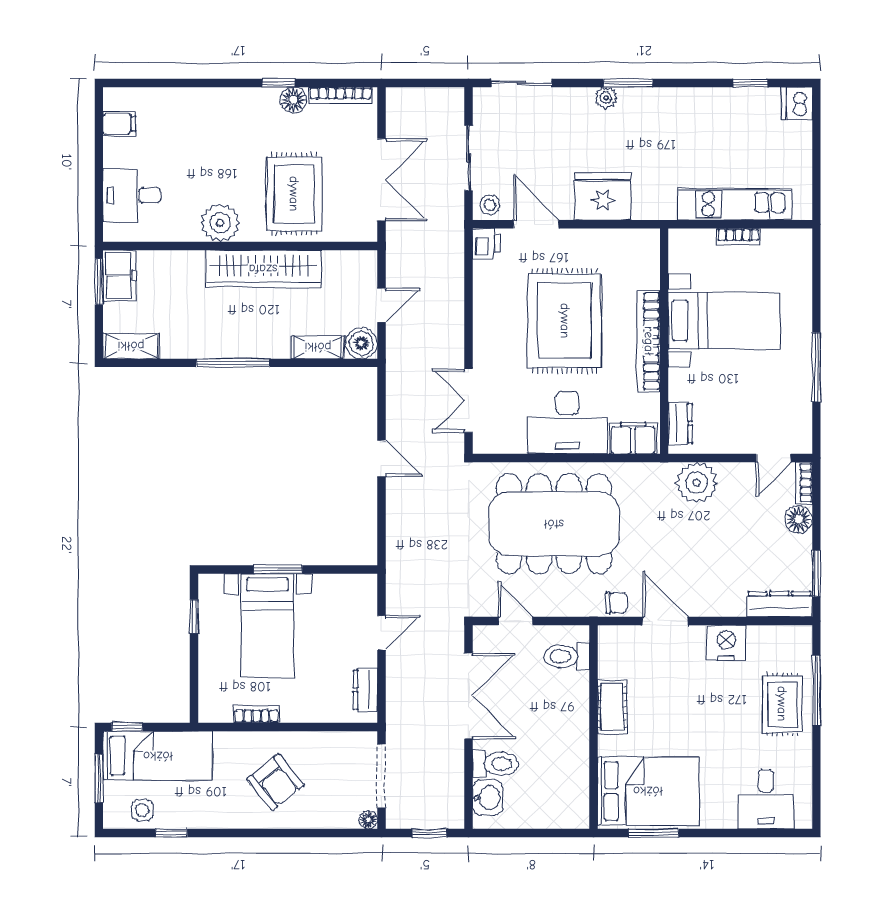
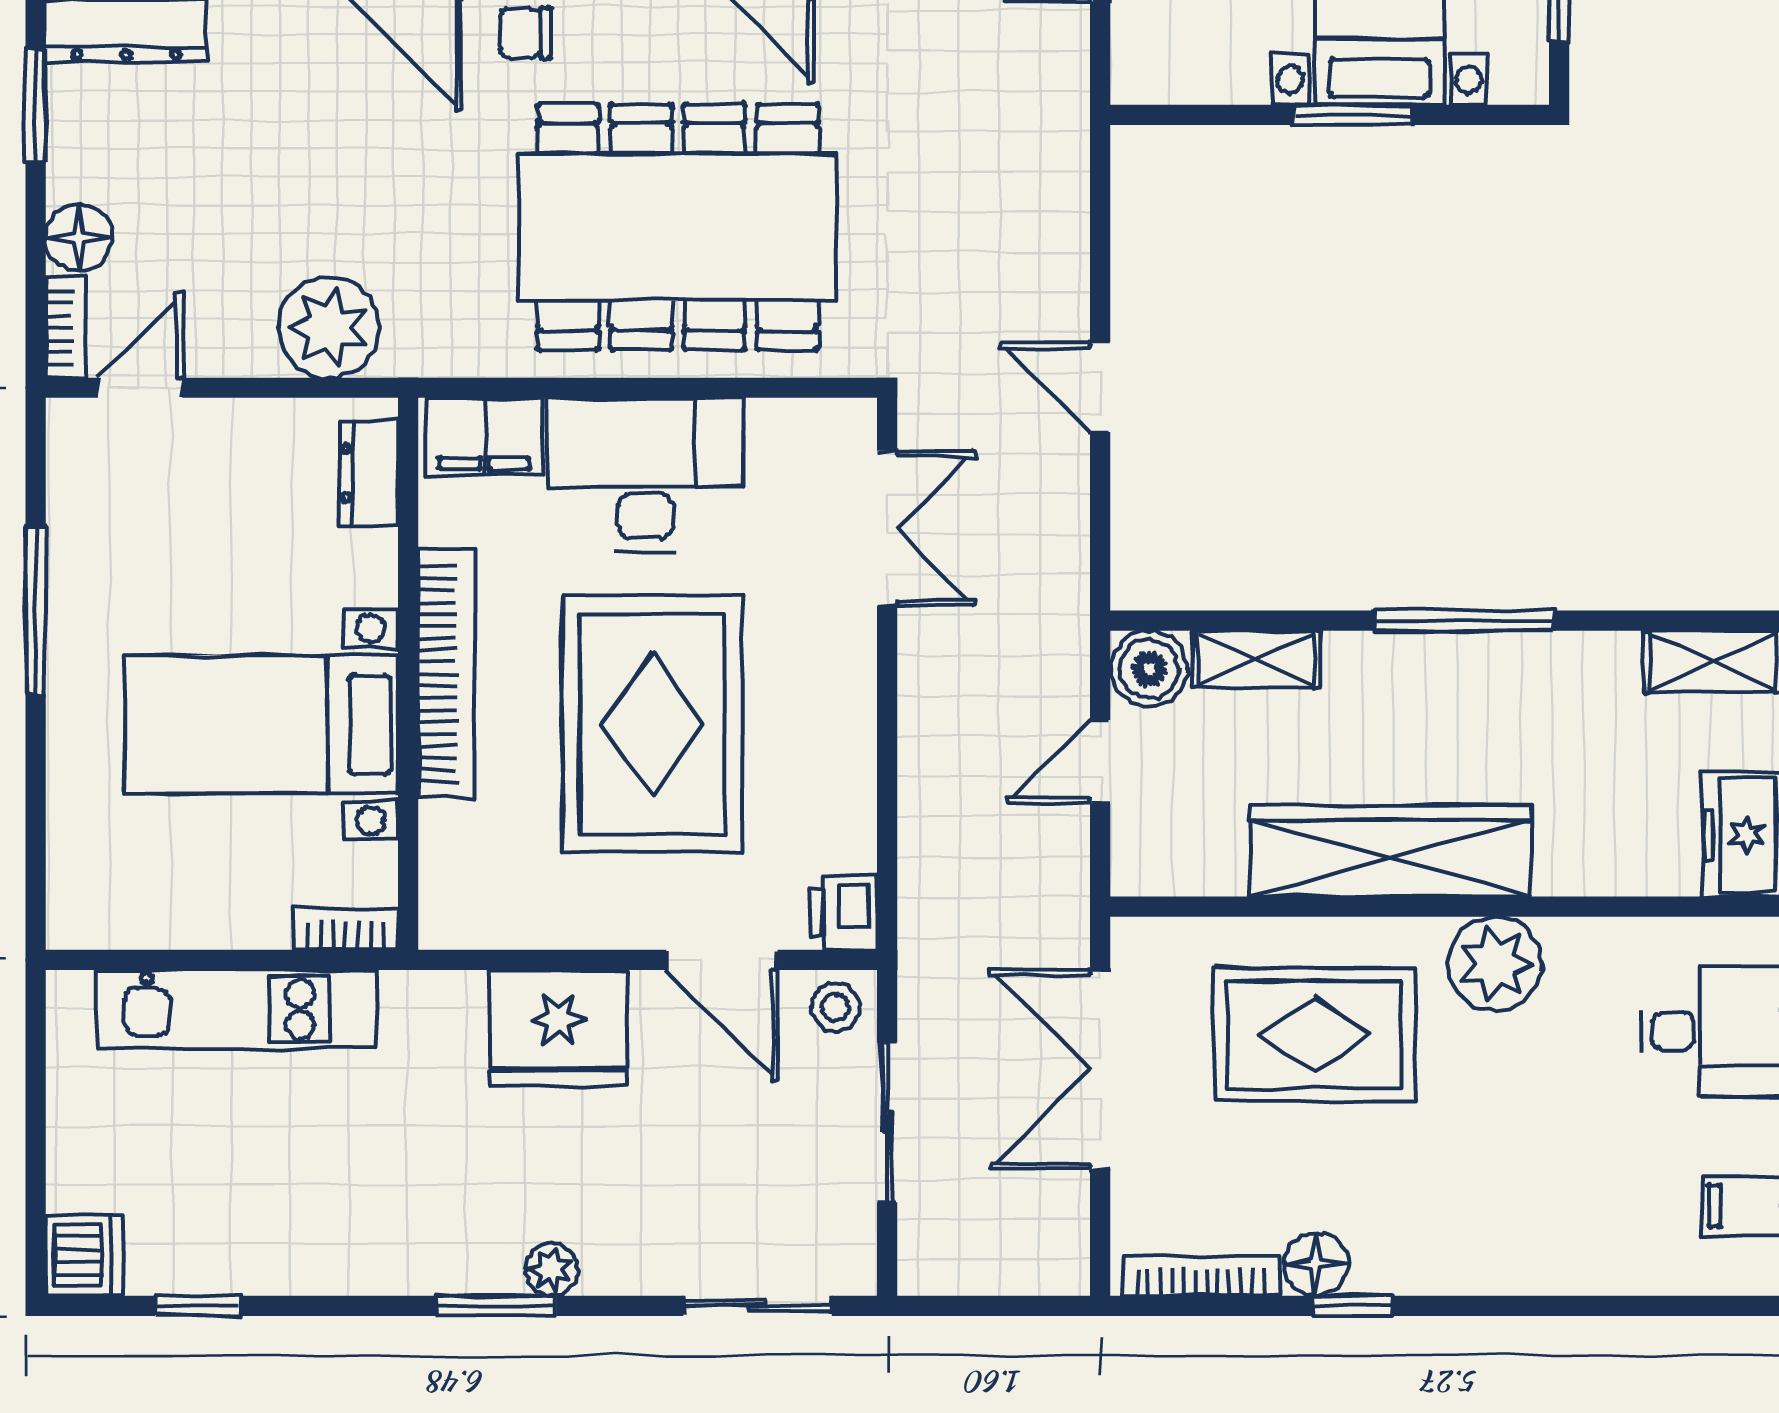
rug: (294, 194) -> (1314, 1035), turned 90
bookcase: (738, 237) -> (346, 929), moved

